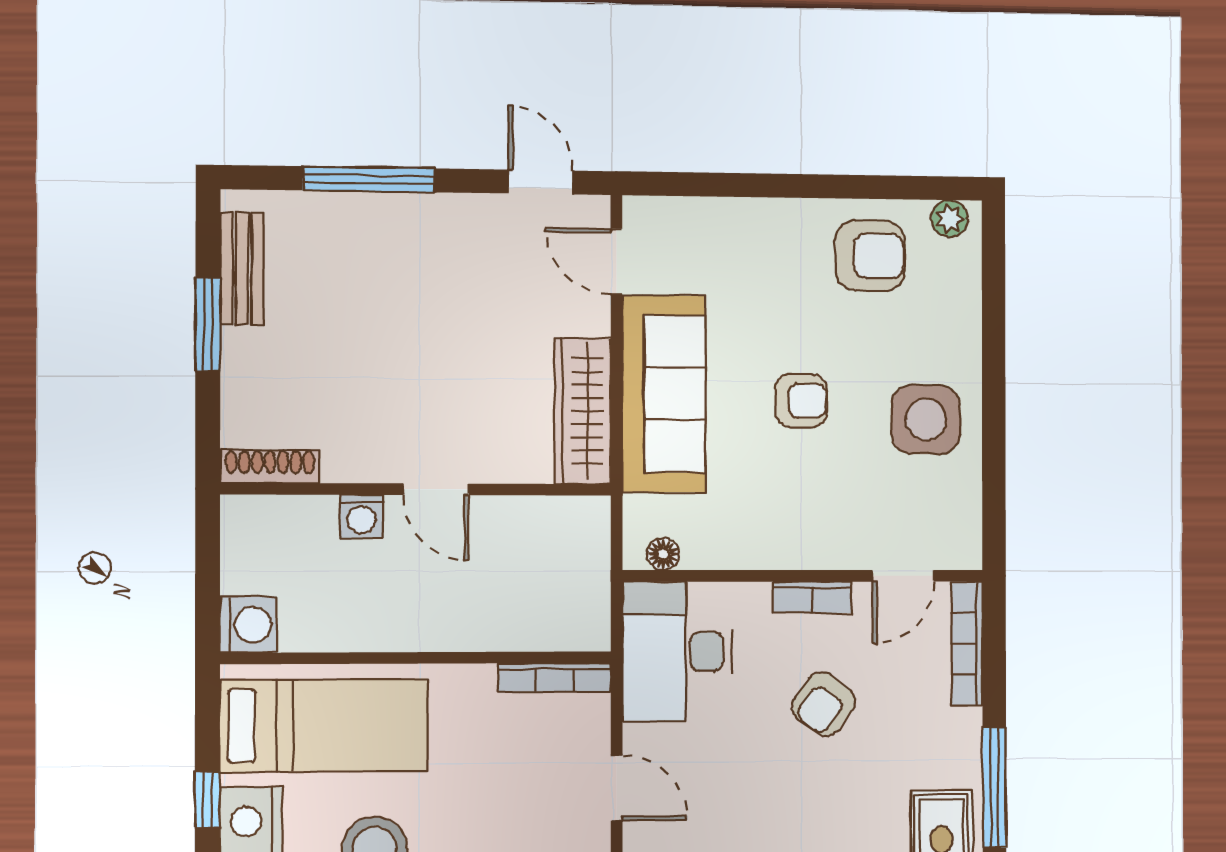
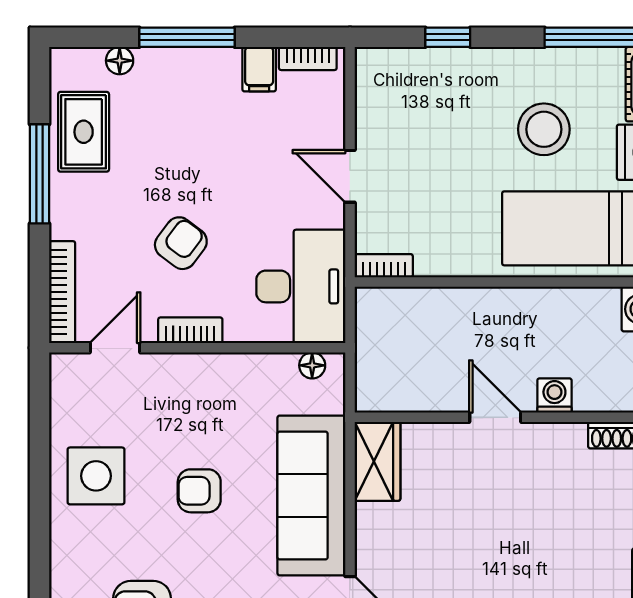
wardrobe: (583, 411) -> (377, 461), width x0.67
bookcase: (555, 678) -> (384, 266), width x0.64

